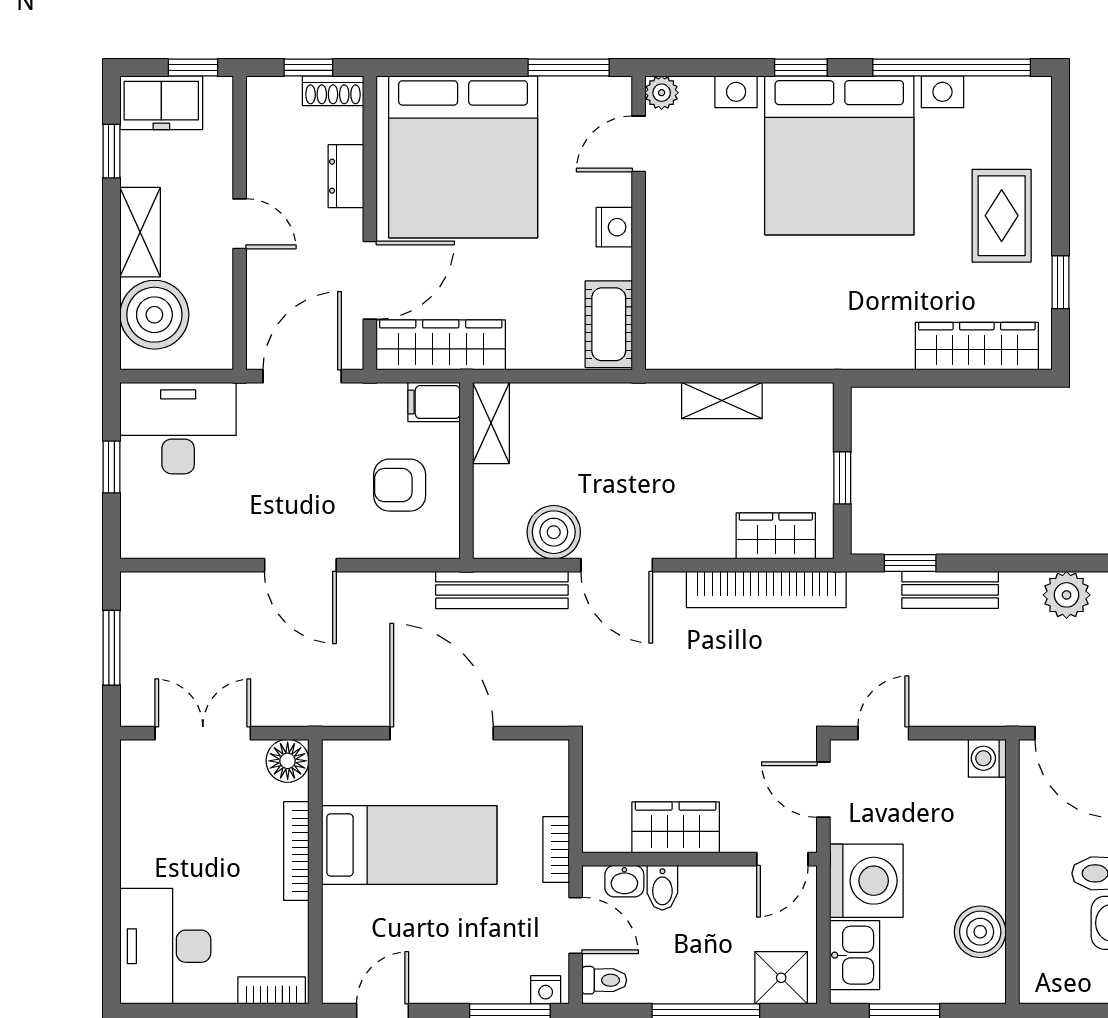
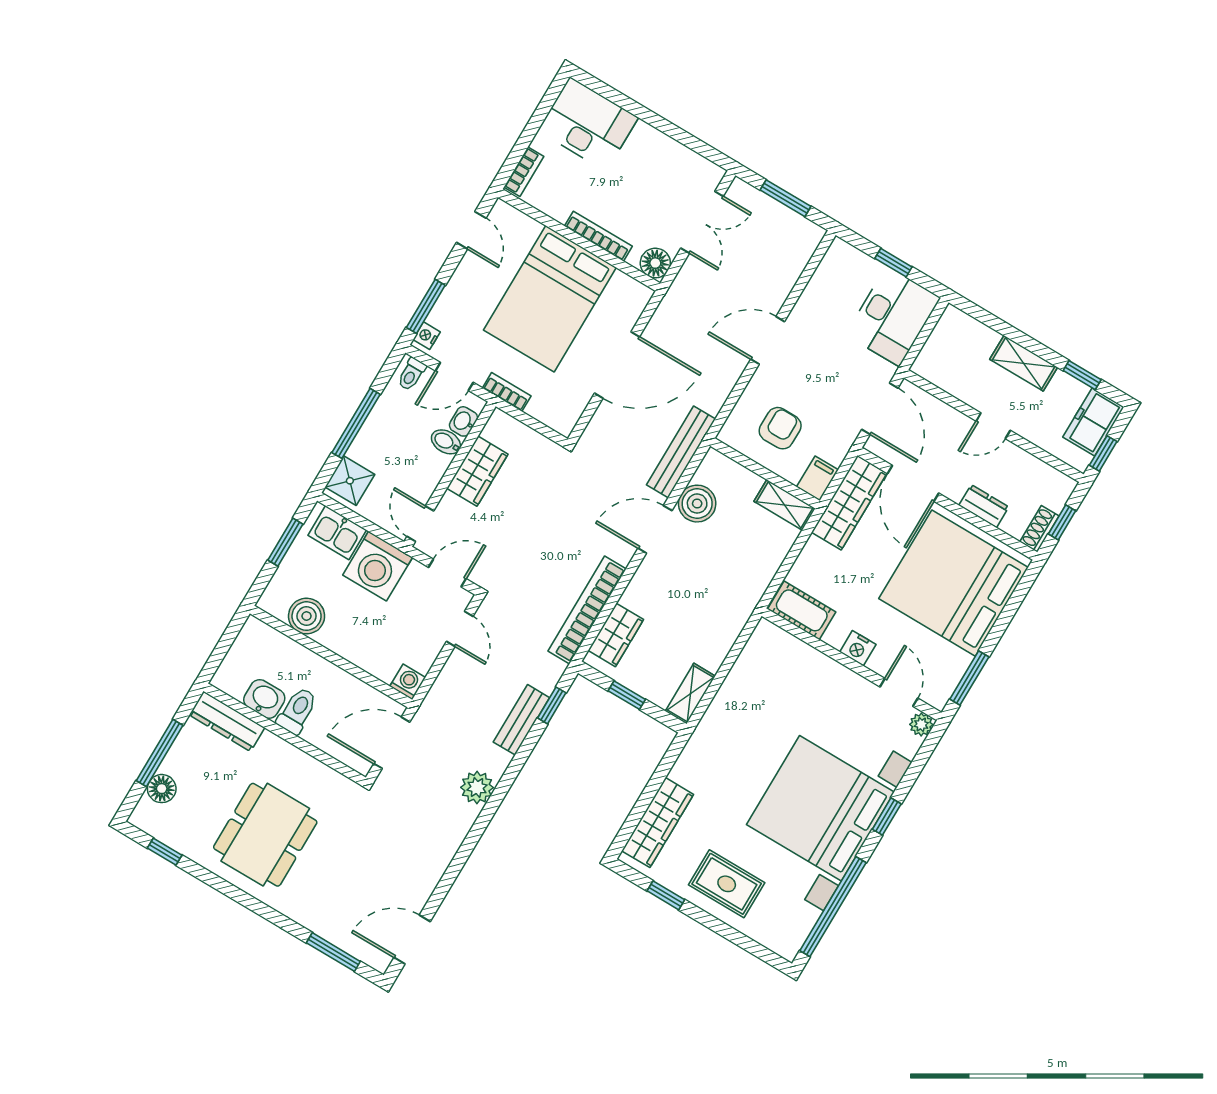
boiler: (154, 315) -> (969, 342), removed
shelving: (722, 401) -> (690, 694), moved
bed: (409, 845) -> (550, 299), width x1.50

